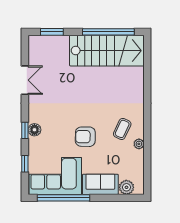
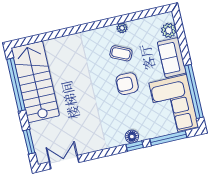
double door: (25, 80) -> (64, 162), moved
coffee table: (122, 129) -> (121, 53), moved
armchair: (85, 137) -> (127, 84), turned 89
window: (25, 164) -> (168, 138), width x2.17

